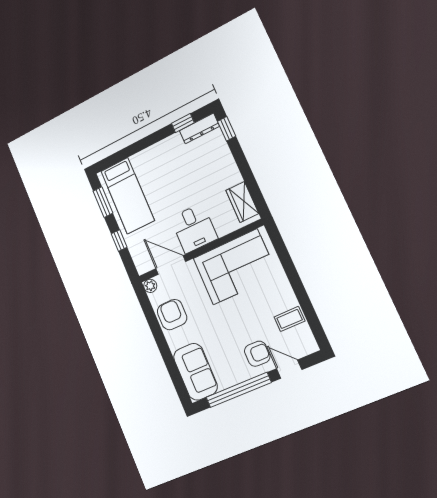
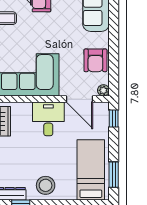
stool: (166, 156) -> (46, 185), added
window: (119, 241) -> (114, 118), moved

